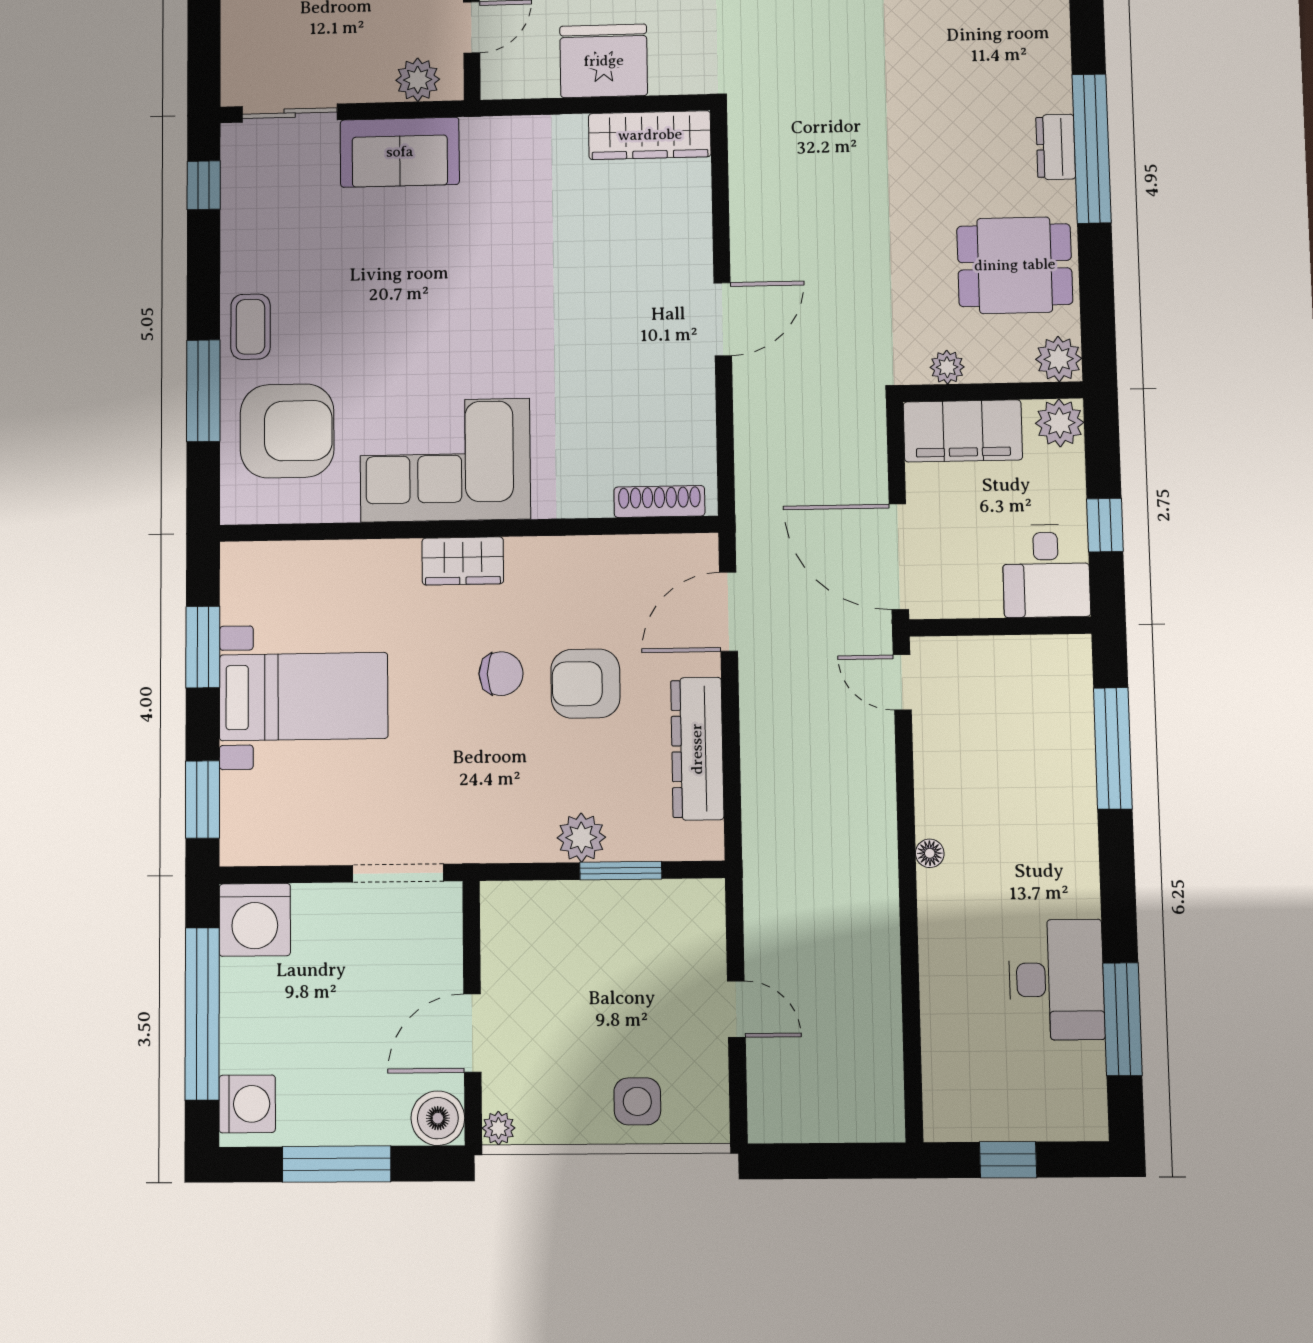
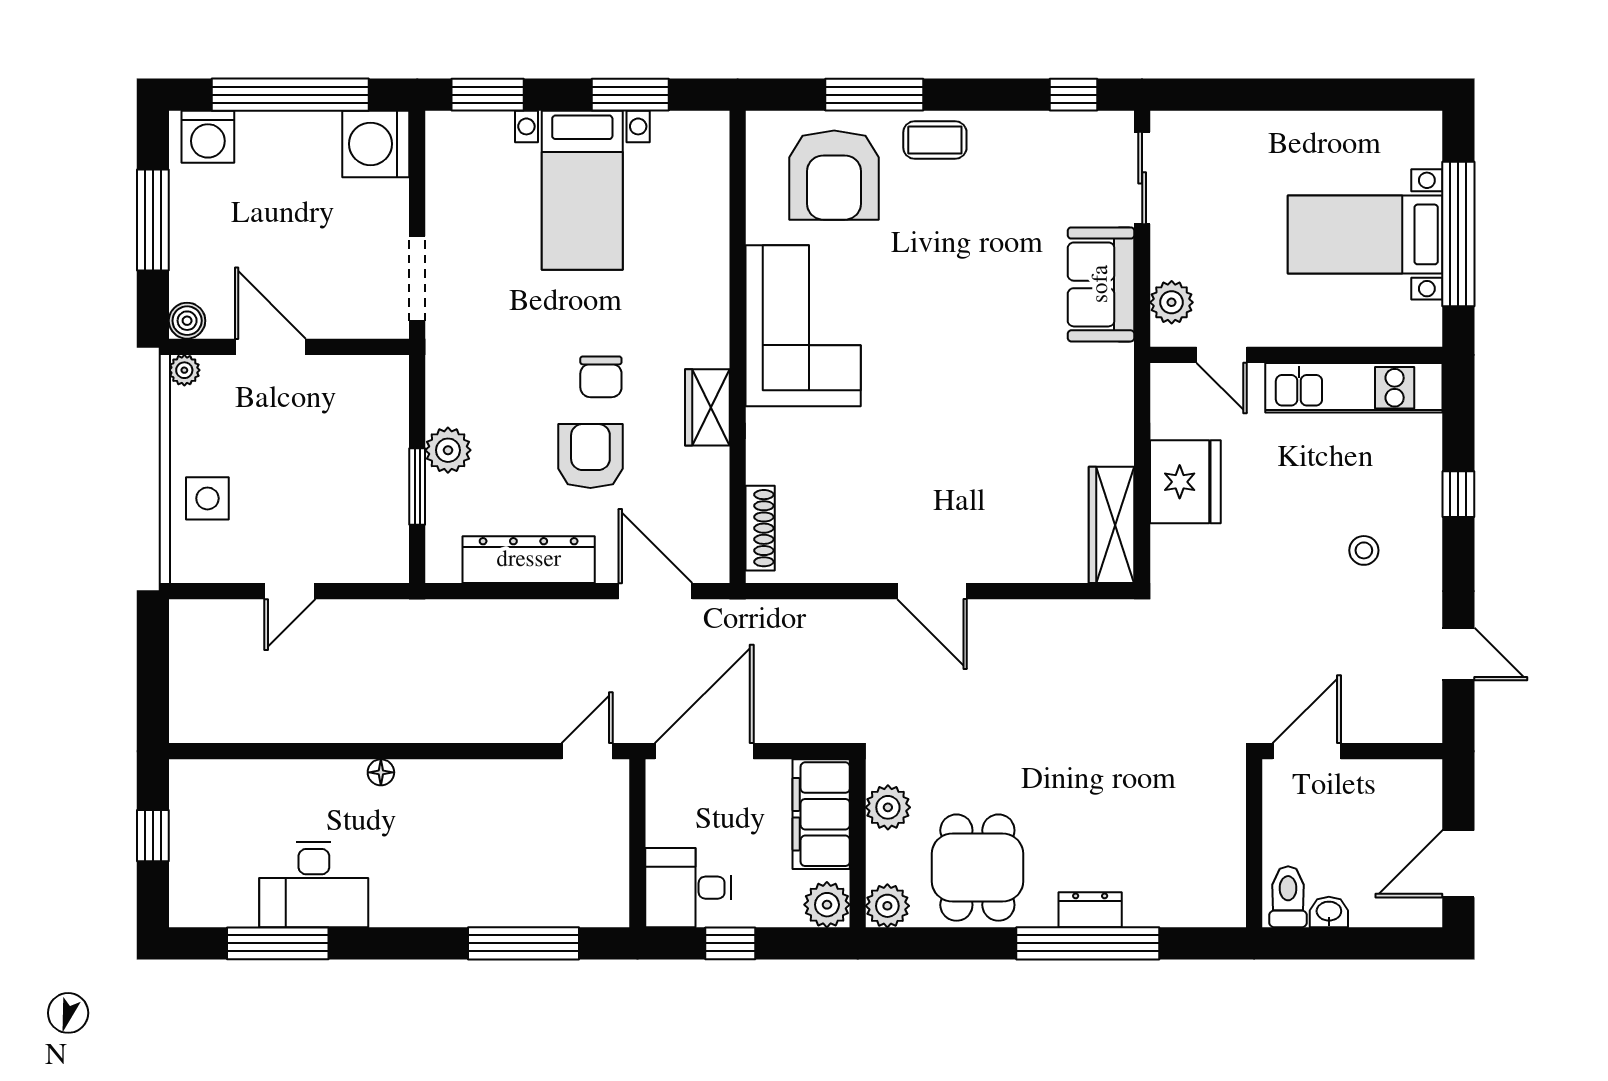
plant: (947, 367) -> (888, 807), width x1.38, depth x1.38
wardrobe: (463, 561) -> (707, 407), moved
floor lamp: (930, 853) -> (381, 772), moved
boiler: (438, 1118) -> (187, 321), width x0.73, depth x0.73

